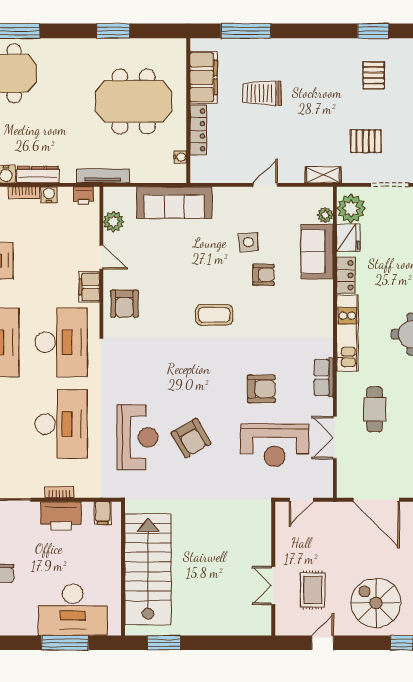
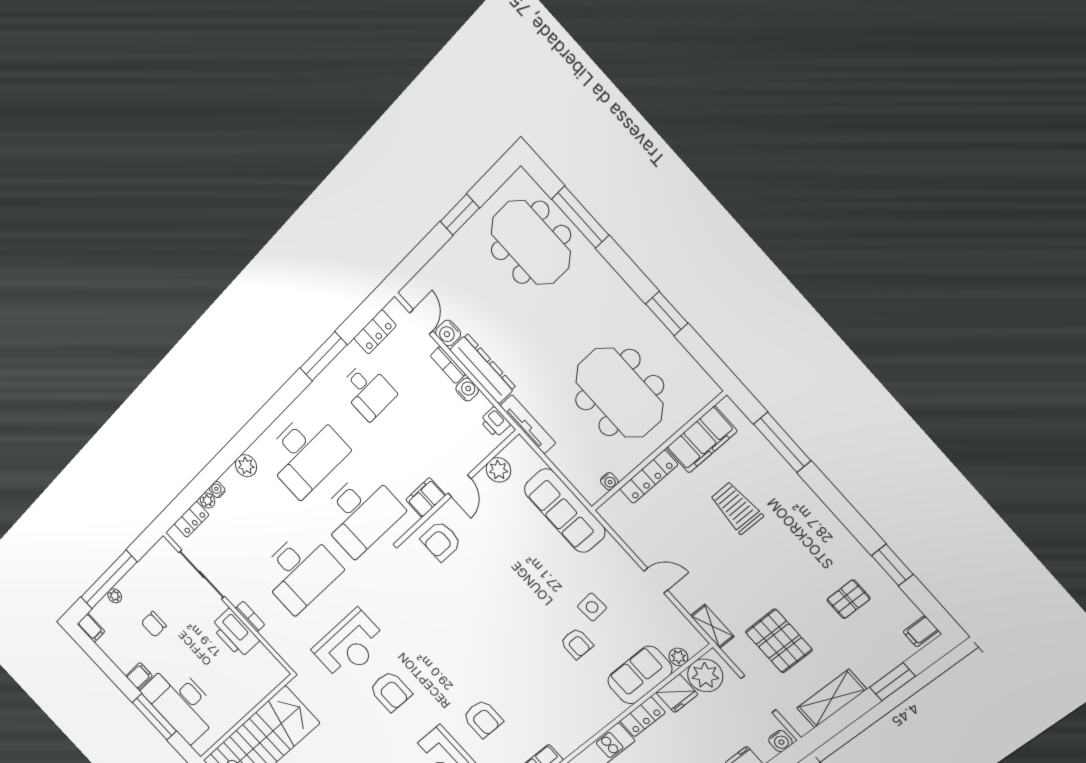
pallet: (366, 141) -> (779, 641), width x1.50, depth x1.42
dresser: (38, 175) -> (483, 369), width x1.37, depth x1.24
coffee table: (214, 315) -> (504, 628), removed
armchair: (191, 438) -> (391, 691), turned -60
filing cabinet: (103, 513) -> (139, 676), moved, turned 180

